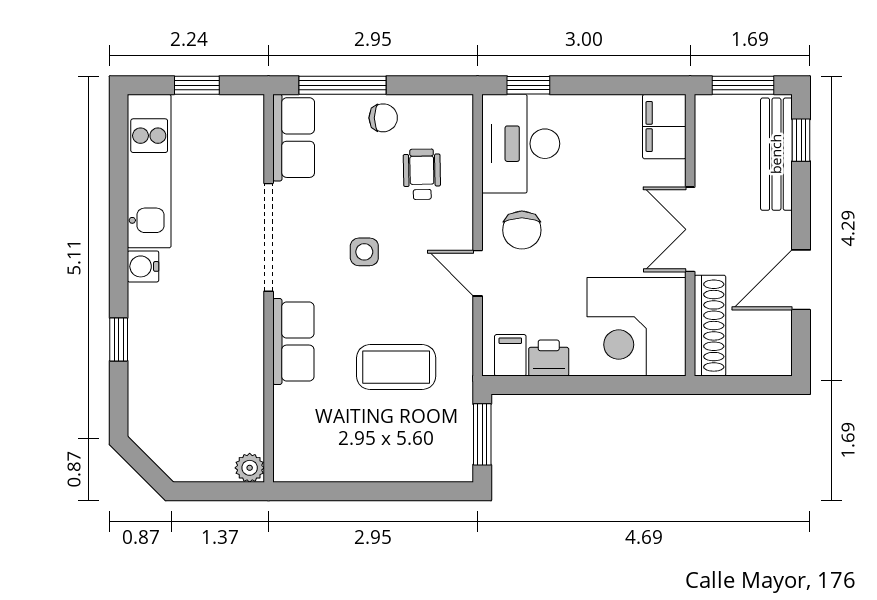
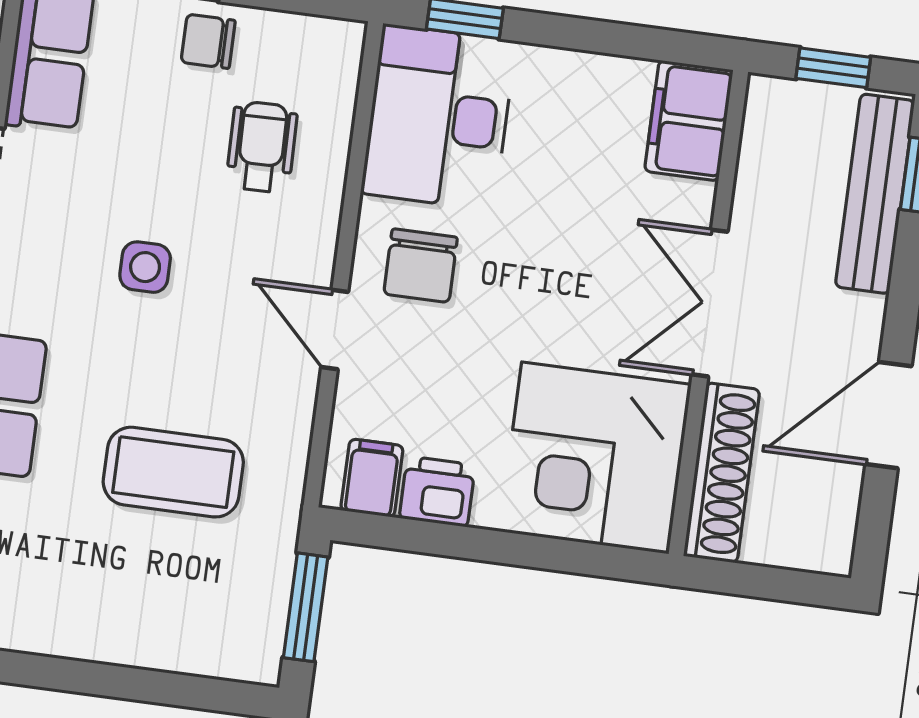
window: (743, 85) -> (833, 68), width x0.67
chair: (383, 118) -> (208, 41), turned 180

